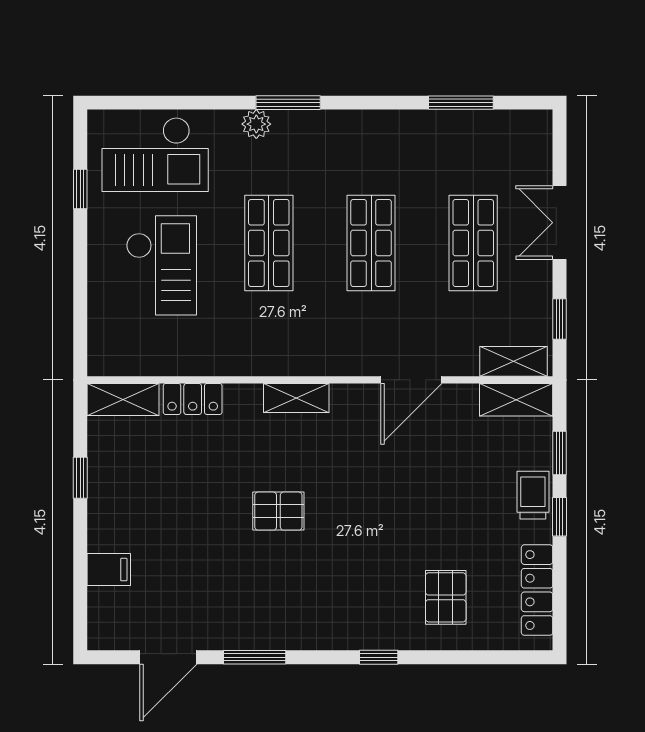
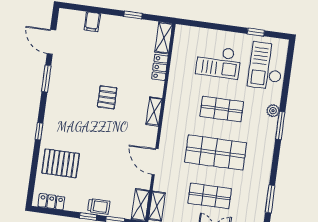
shop shelf: (371, 243) -> (216, 152), width x1.43, depth x1.36
locker: (537, 590) -> (51, 202), width x0.66
pallet: (446, 597) -> (61, 163), width x1.50, depth x1.42

